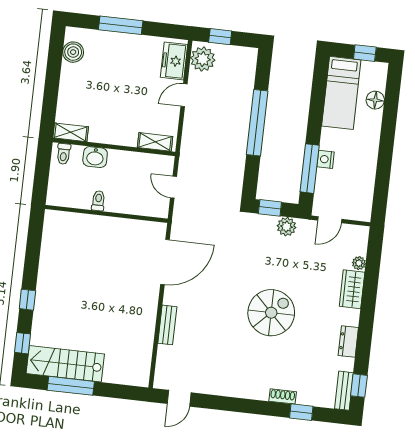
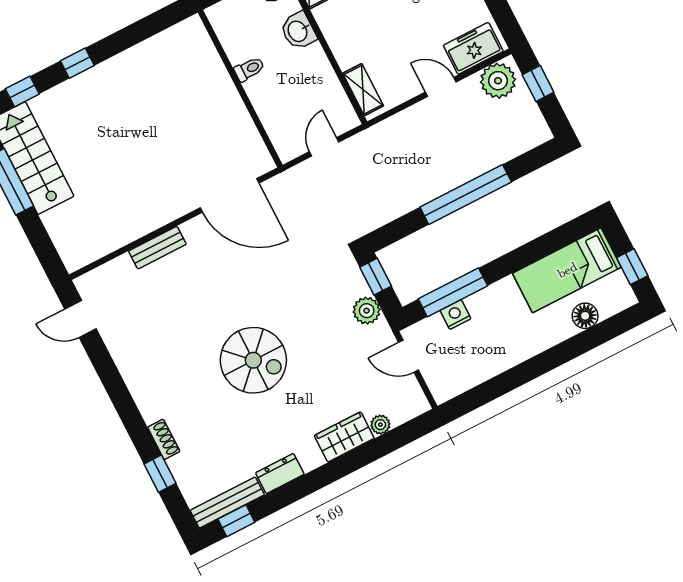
nightstand: (326, 159) -> (455, 315), moved
bench: (344, 391) -> (227, 503), width x1.36

